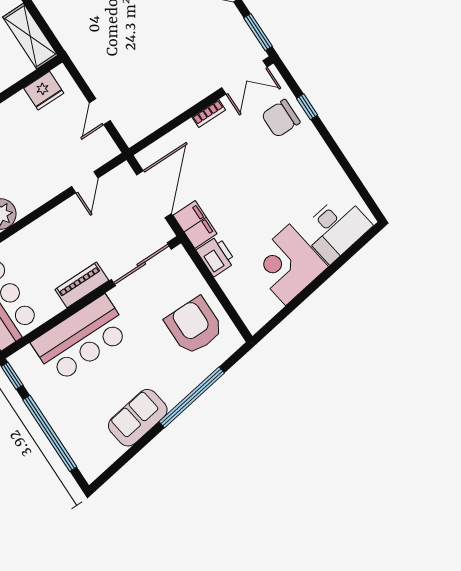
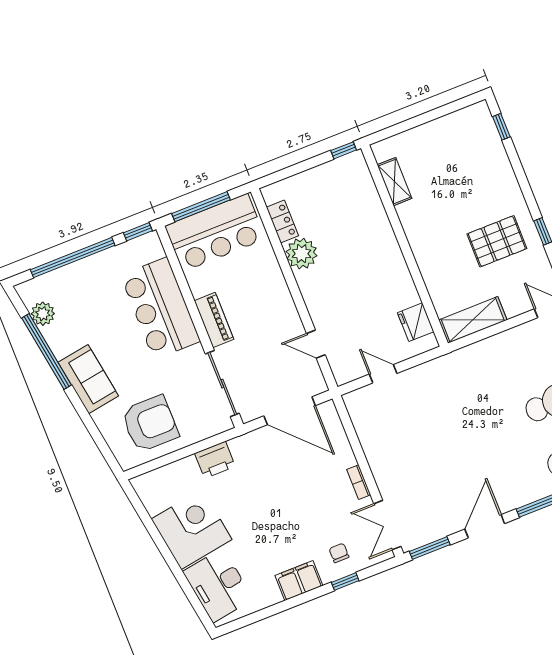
chair: (281, 118) -> (339, 553), width x0.54, depth x0.54
filing cabinet: (195, 224) -> (299, 581), moved, turned 180
window: (192, 397) -> (47, 352), moved
sofa: (138, 418) -> (88, 379), moved
plant: (110, 451) -> (43, 314), added

